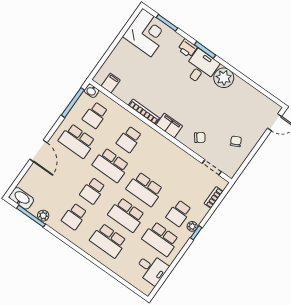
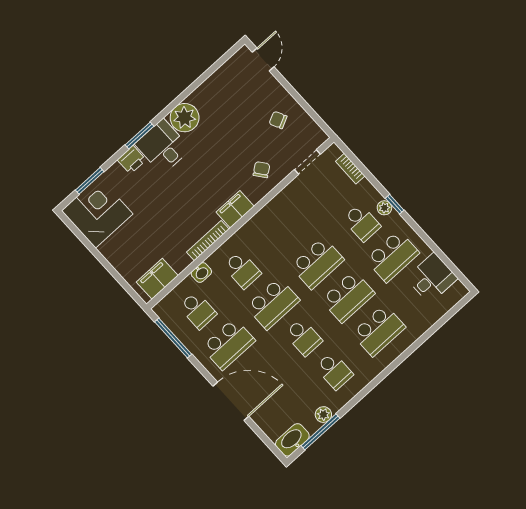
filing cabinet: (111, 83) -> (157, 279), width x2.00
washbasin: (92, 91) -> (201, 273), moved
door: (38, 151) -> (231, 401), width x1.36

